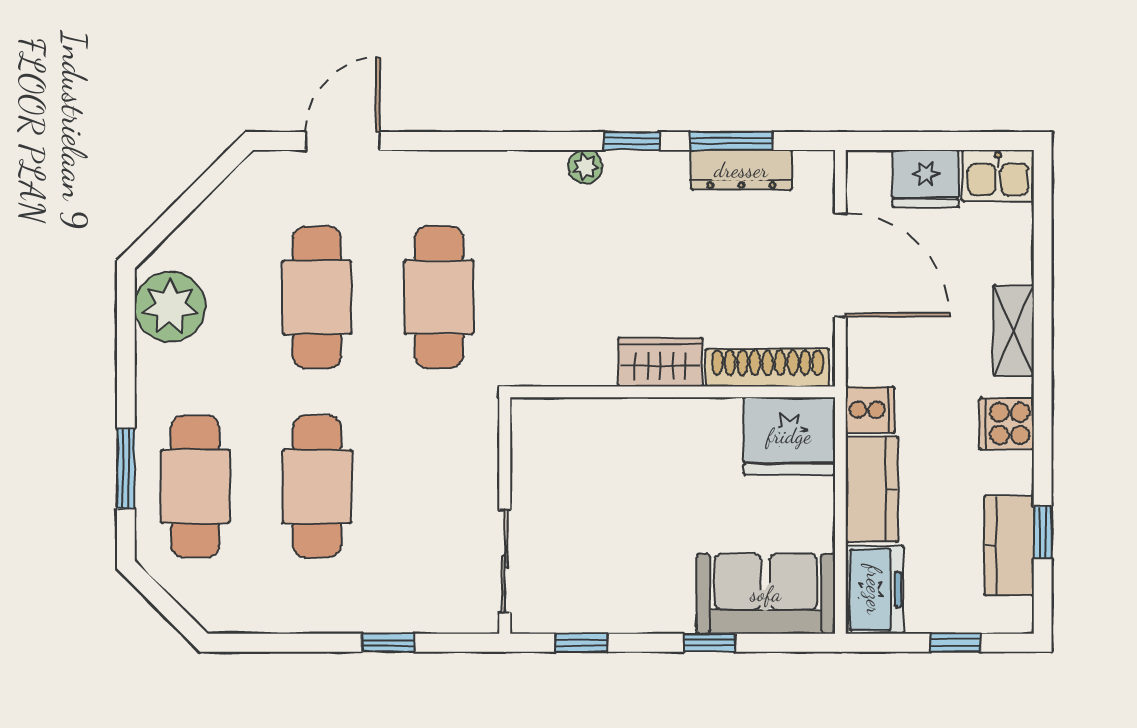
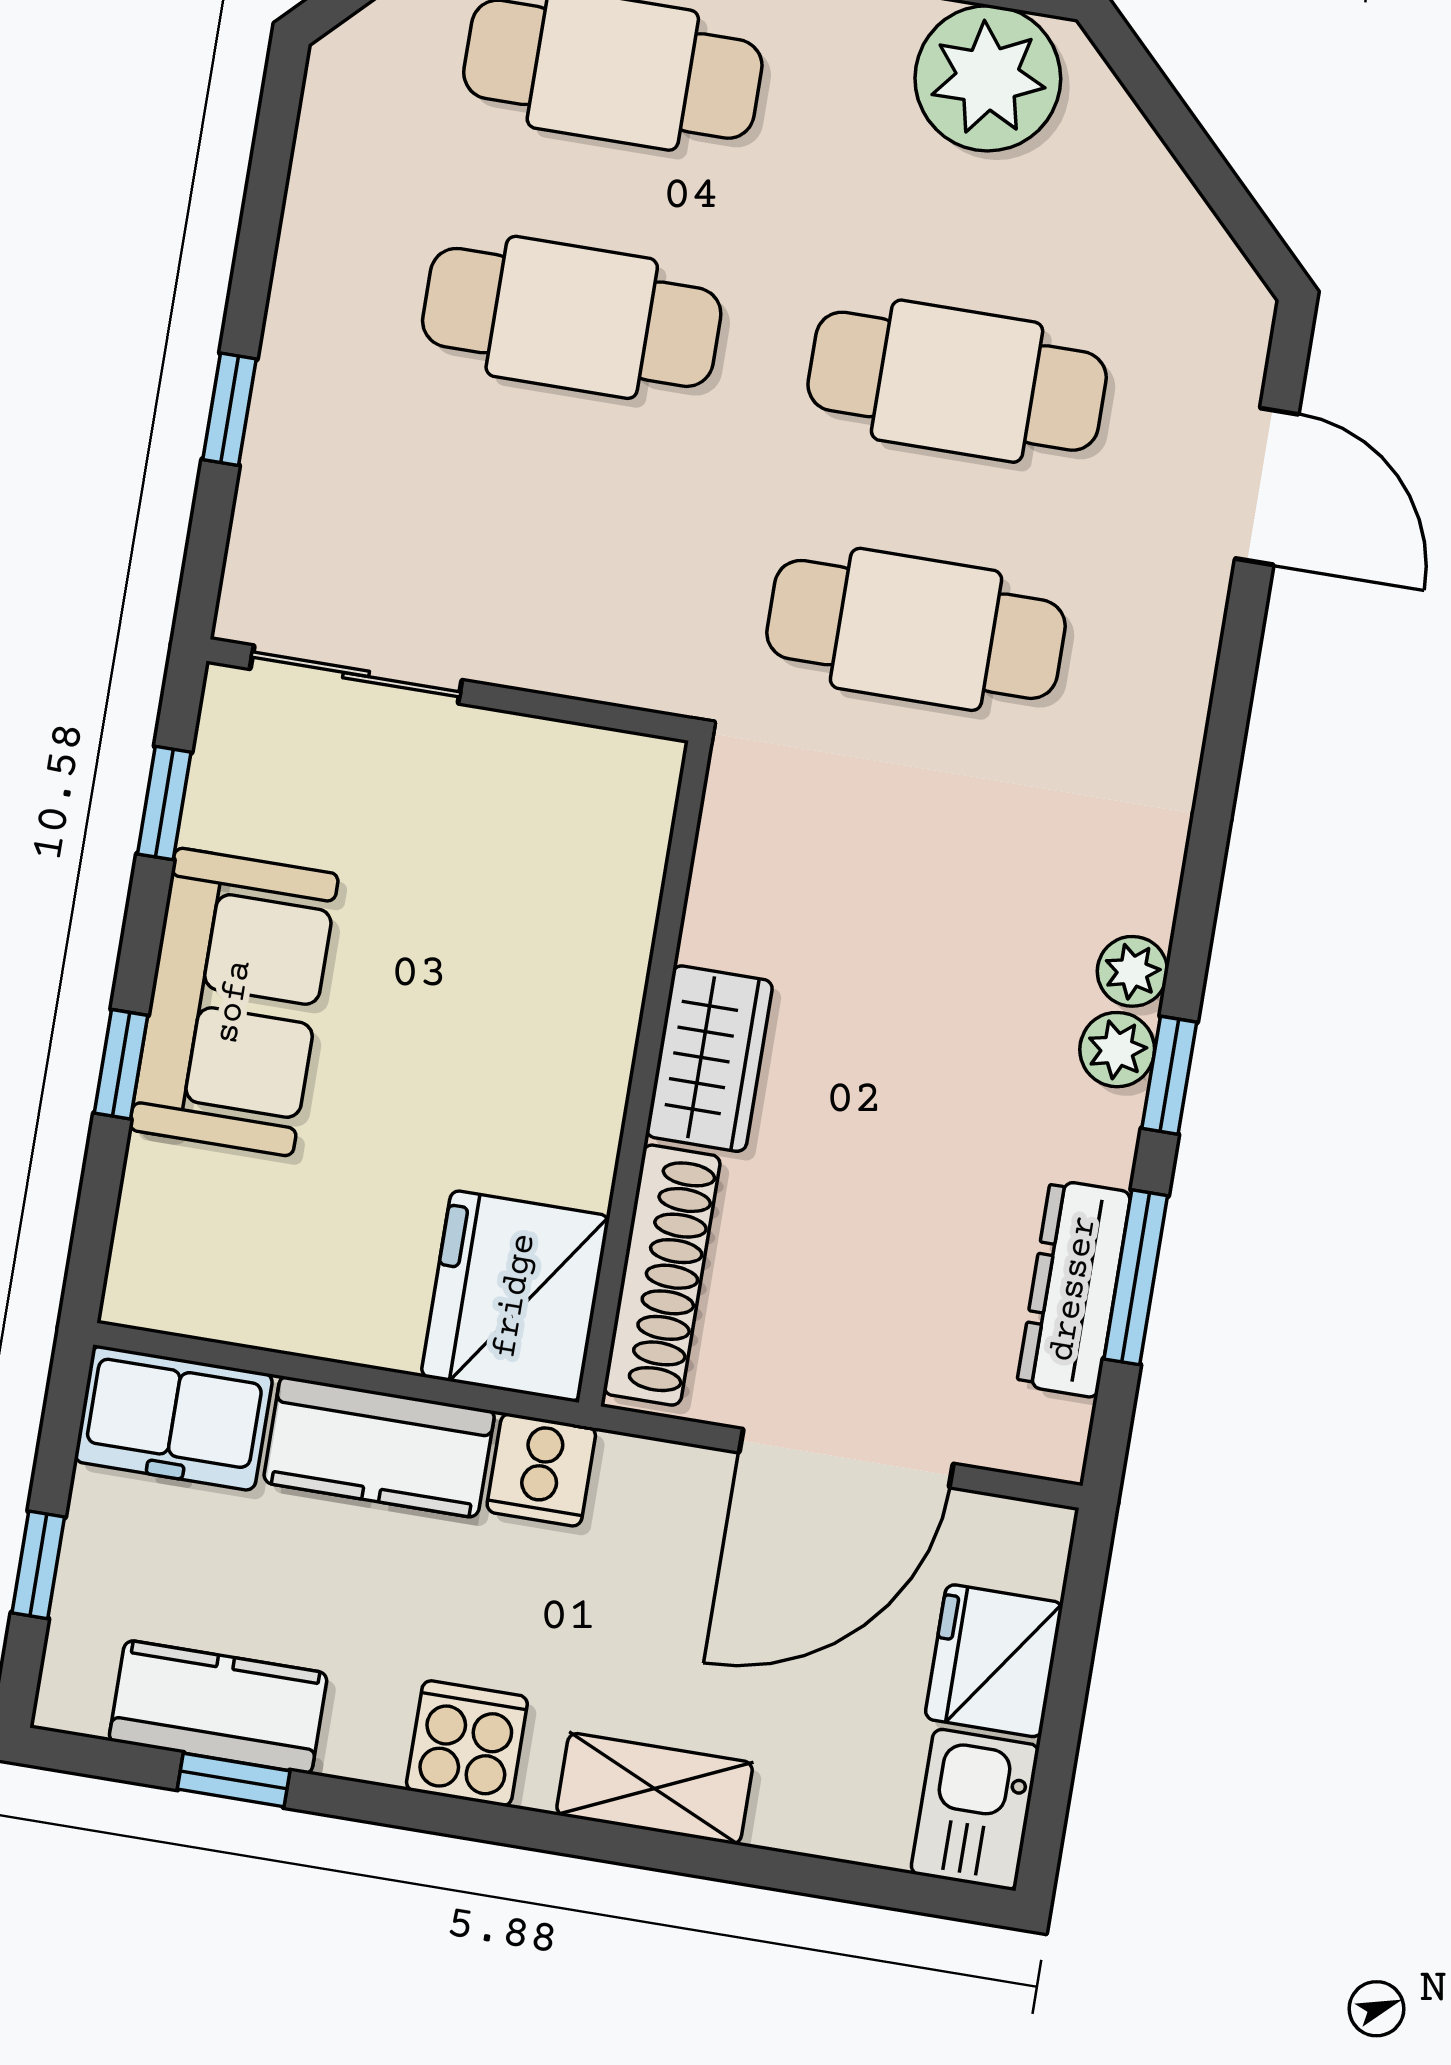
plant: (624, 168) -> (1117, 1050), added
sofa: (766, 594) -> (234, 1002), moved

